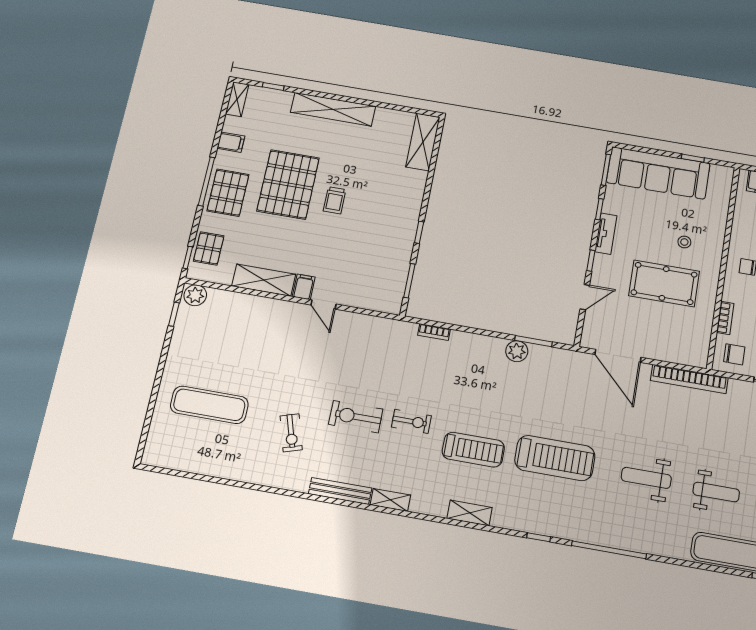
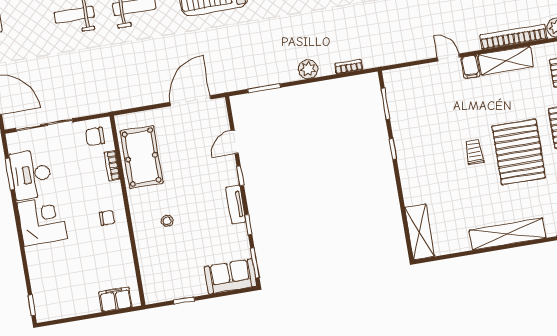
sofa: (658, 173) -> (230, 276), width x0.54, depth x0.79
pool table: (664, 283) -> (142, 157), moved, turned 90
plant: (517, 351) -> (308, 69), moved
door: (618, 356) -> (190, 101), hinge flipped
bookcase: (689, 379) -> (513, 37), moved

